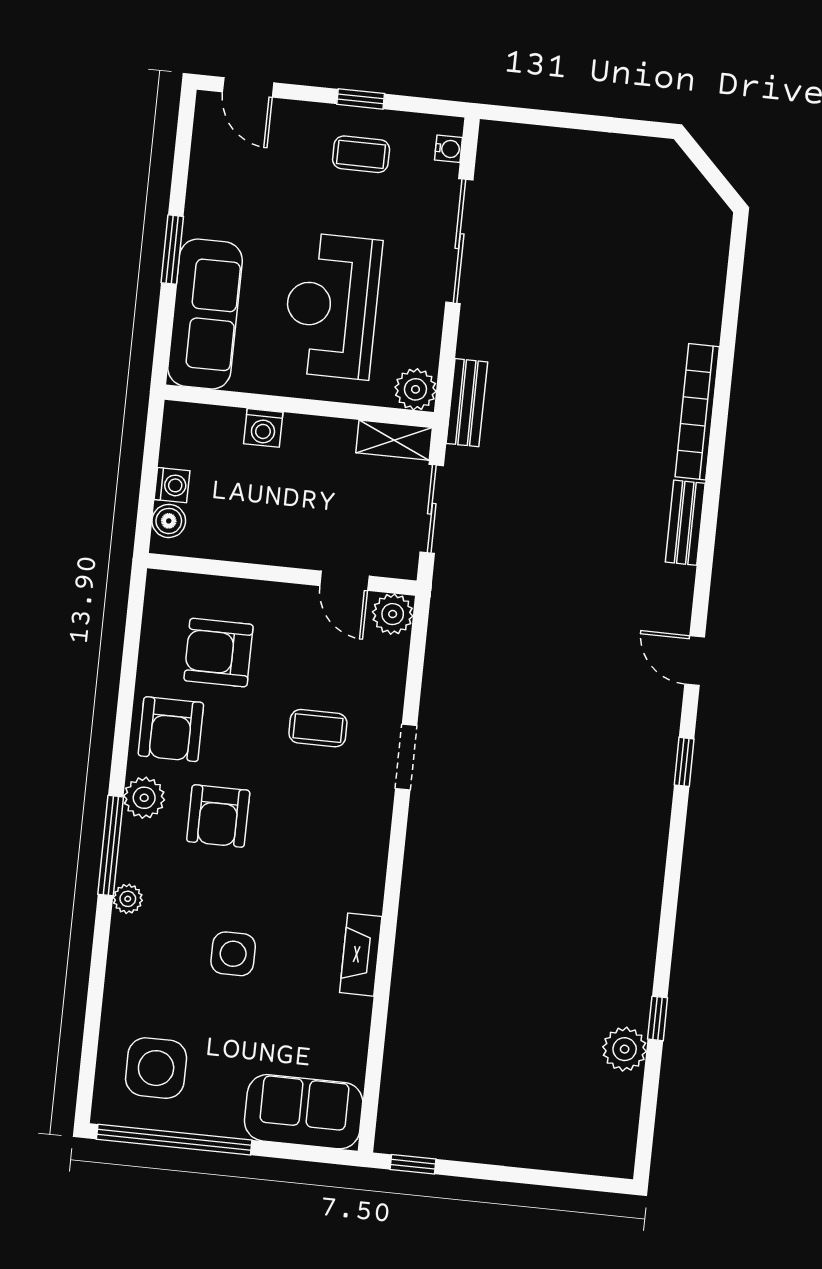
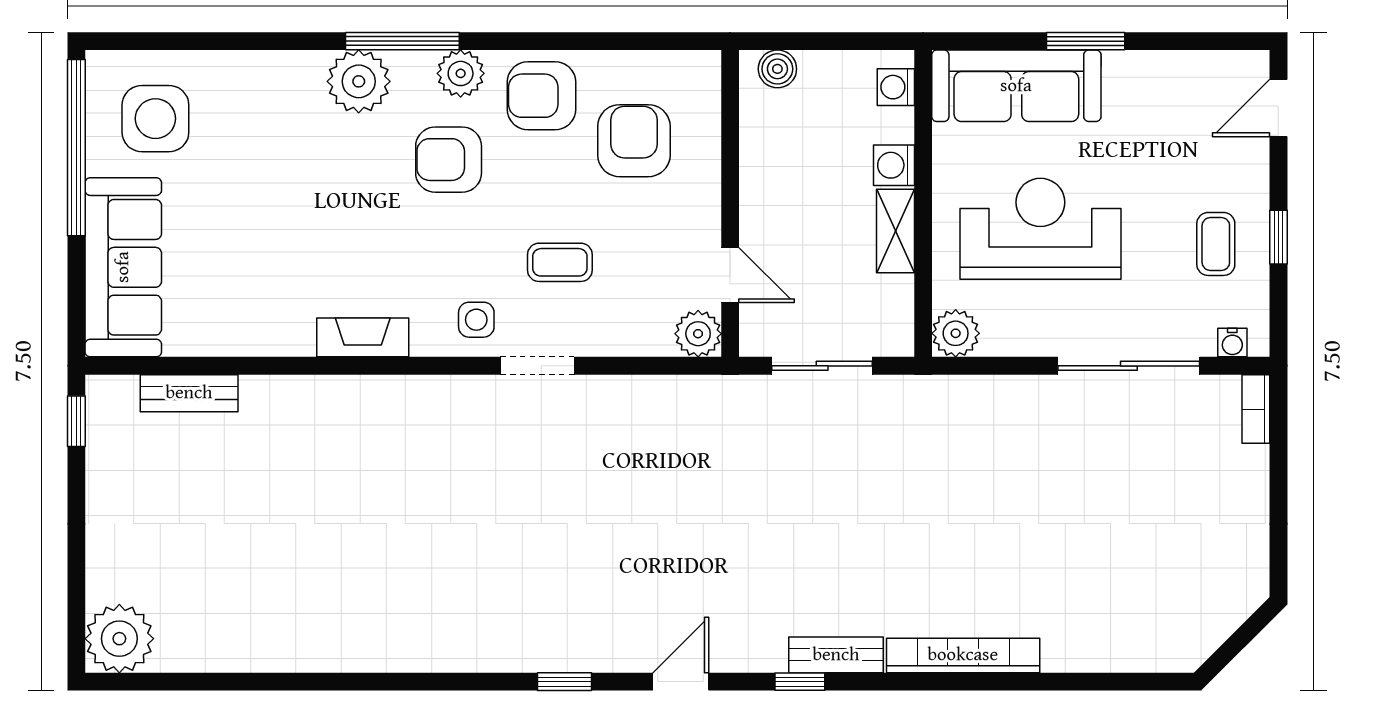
bookcase: (509, 134) -> (1256, 409), added
bench: (467, 403) -> (189, 393), moved
shelving: (394, 440) -> (895, 231), moved
washing machine: (172, 485) -> (896, 87), moved, turned 90
door: (344, 581) -> (730, 275), swing flipped
coffee table: (318, 728) -> (560, 262), turned 90
plant: (128, 899) -> (359, 81), width x1.88, depth x1.88
side table: (233, 954) -> (476, 320), moved, width x0.73, depth x0.73
fireplace: (361, 955) -> (363, 337), moved
window: (658, 1018) -> (800, 682), moved
plant: (625, 1049) -> (119, 639), moved, width x1.36, depth x1.36
sofa: (304, 1112) -> (123, 267), width x1.36

